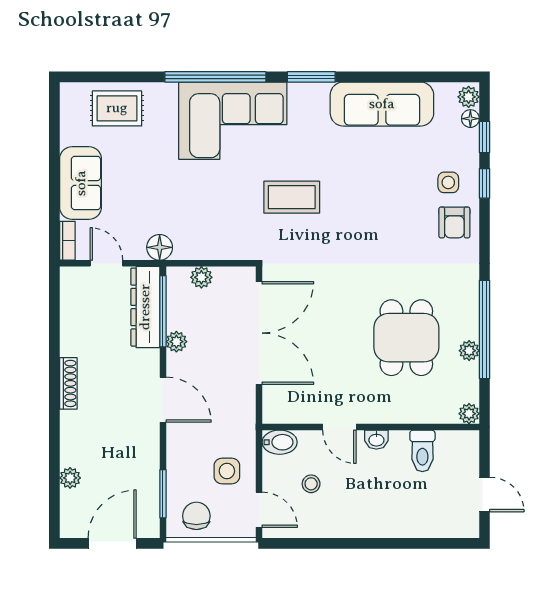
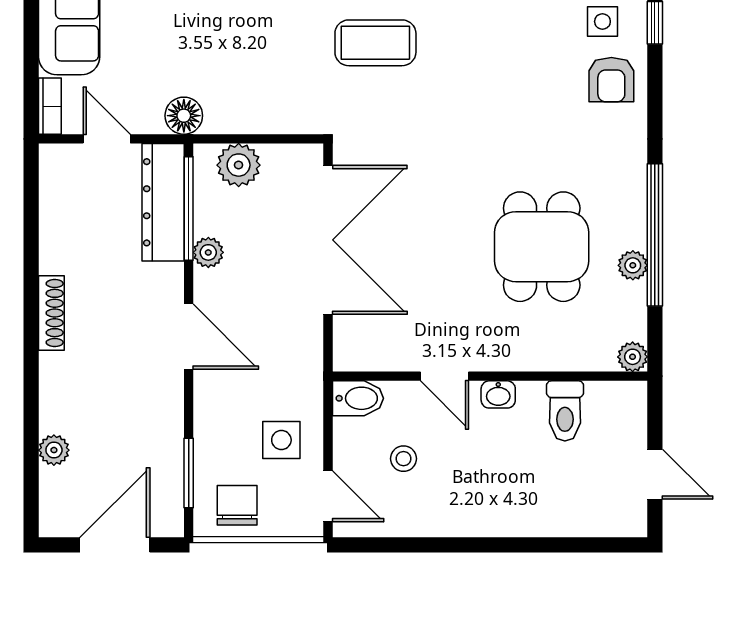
plant: (201, 277) -> (239, 165), width x1.38, depth x1.38

